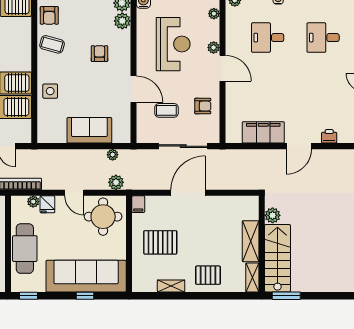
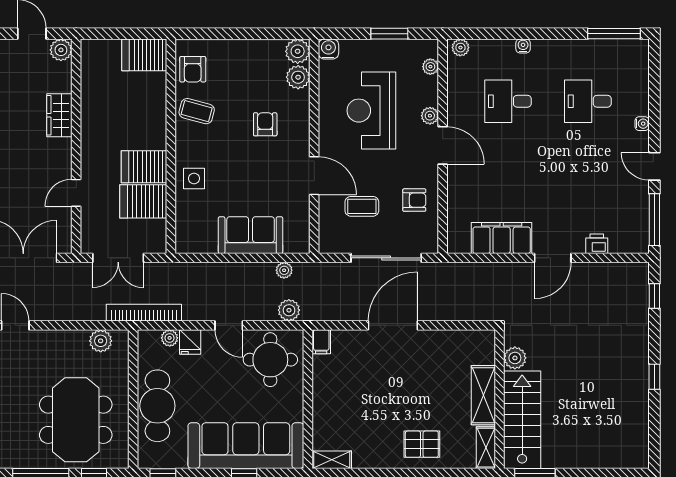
reception desk: (173, 44) -> (371, 111), turned 180
pallet: (160, 242) -> (353, 397), removed
shelving: (171, 286) -> (332, 460), moved

